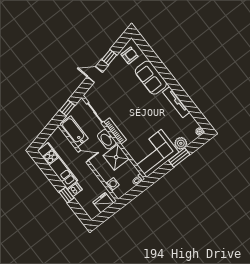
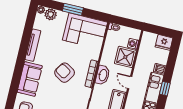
armchair: (133, 110) -> (65, 73), added
plant: (181, 143) -> (51, 14), moved
shower: (116, 157) -> (125, 57), moved
window: (66, 195) -> (165, 89), moved
fridge: (103, 203) -> (164, 42), moved

